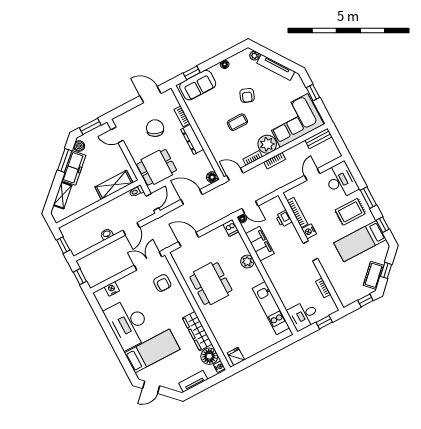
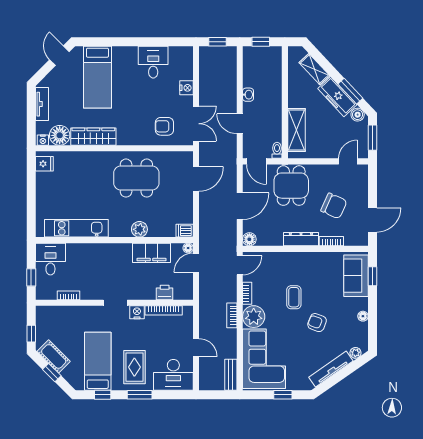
nightstand: (112, 289) -> (186, 88), moved
desk: (128, 324) -> (153, 62), width x0.53, depth x0.77

